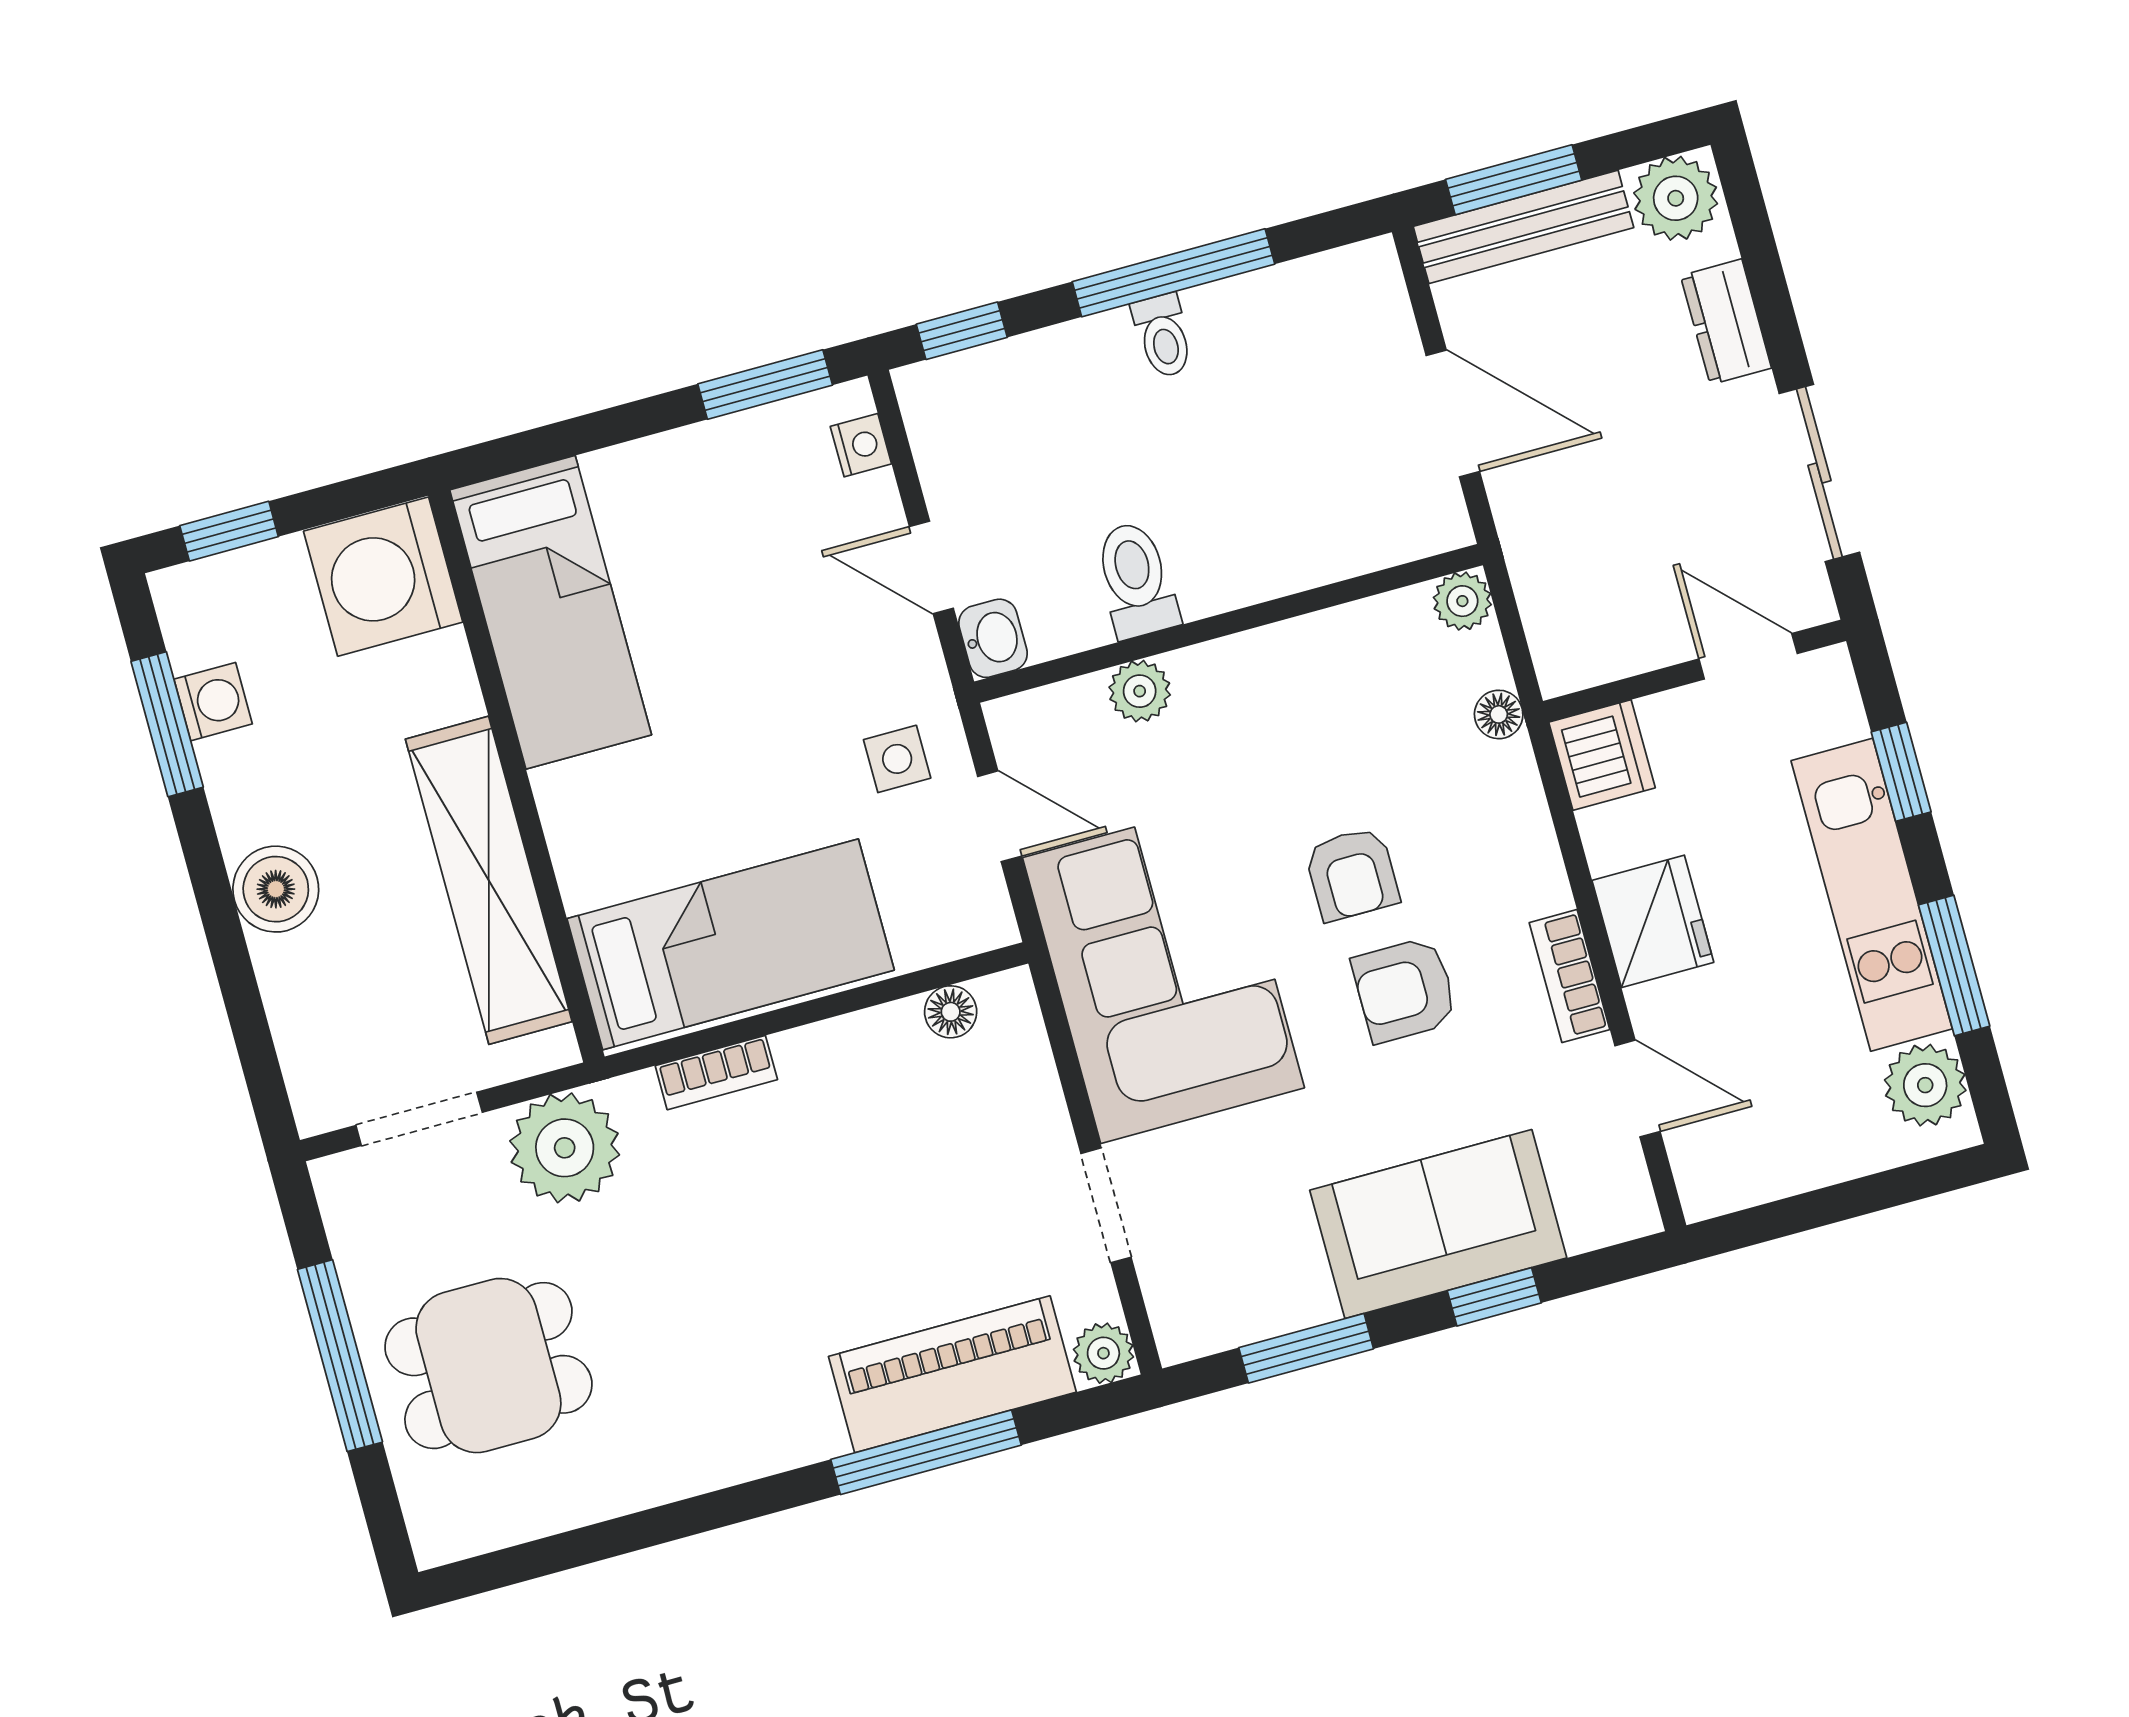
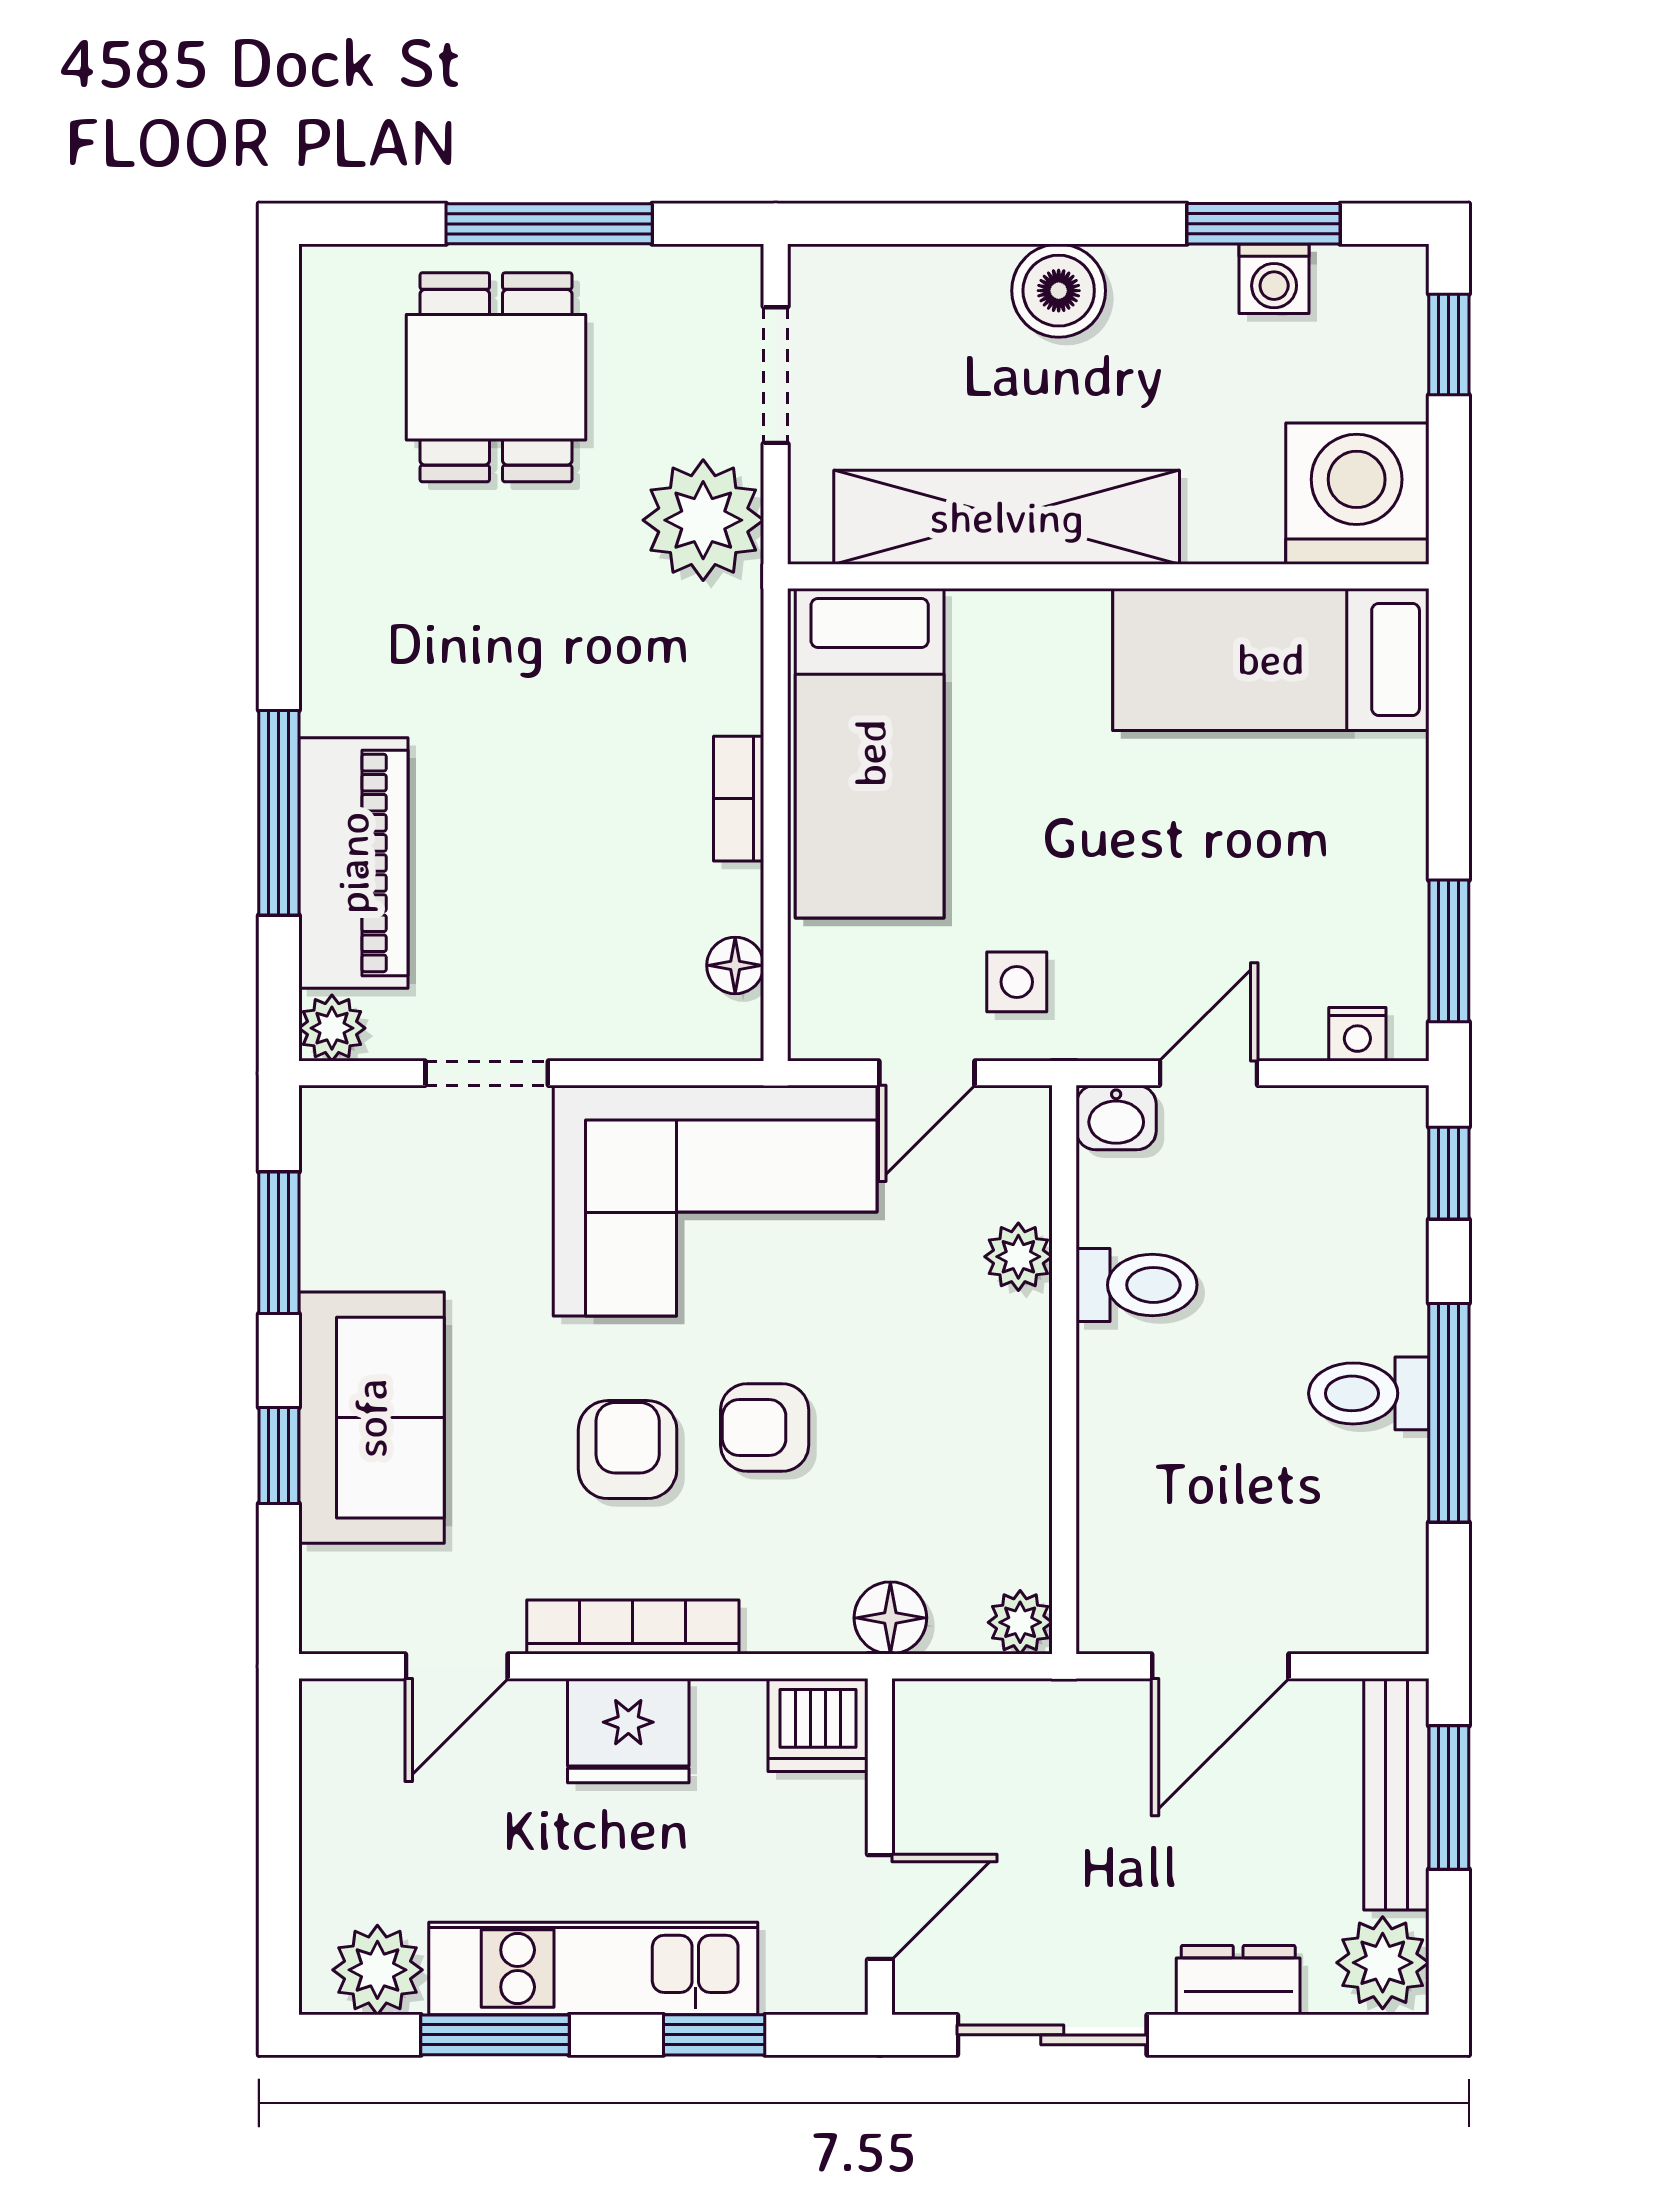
toilet: (1163, 336) -> (1369, 1393), width x1.37, depth x1.39
floor lamp: (1499, 714) -> (890, 1618), width x1.37, depth x1.37
bookcase: (1570, 976) -> (633, 1627), width x1.56
bookcase: (716, 1073) -> (739, 799), moved

